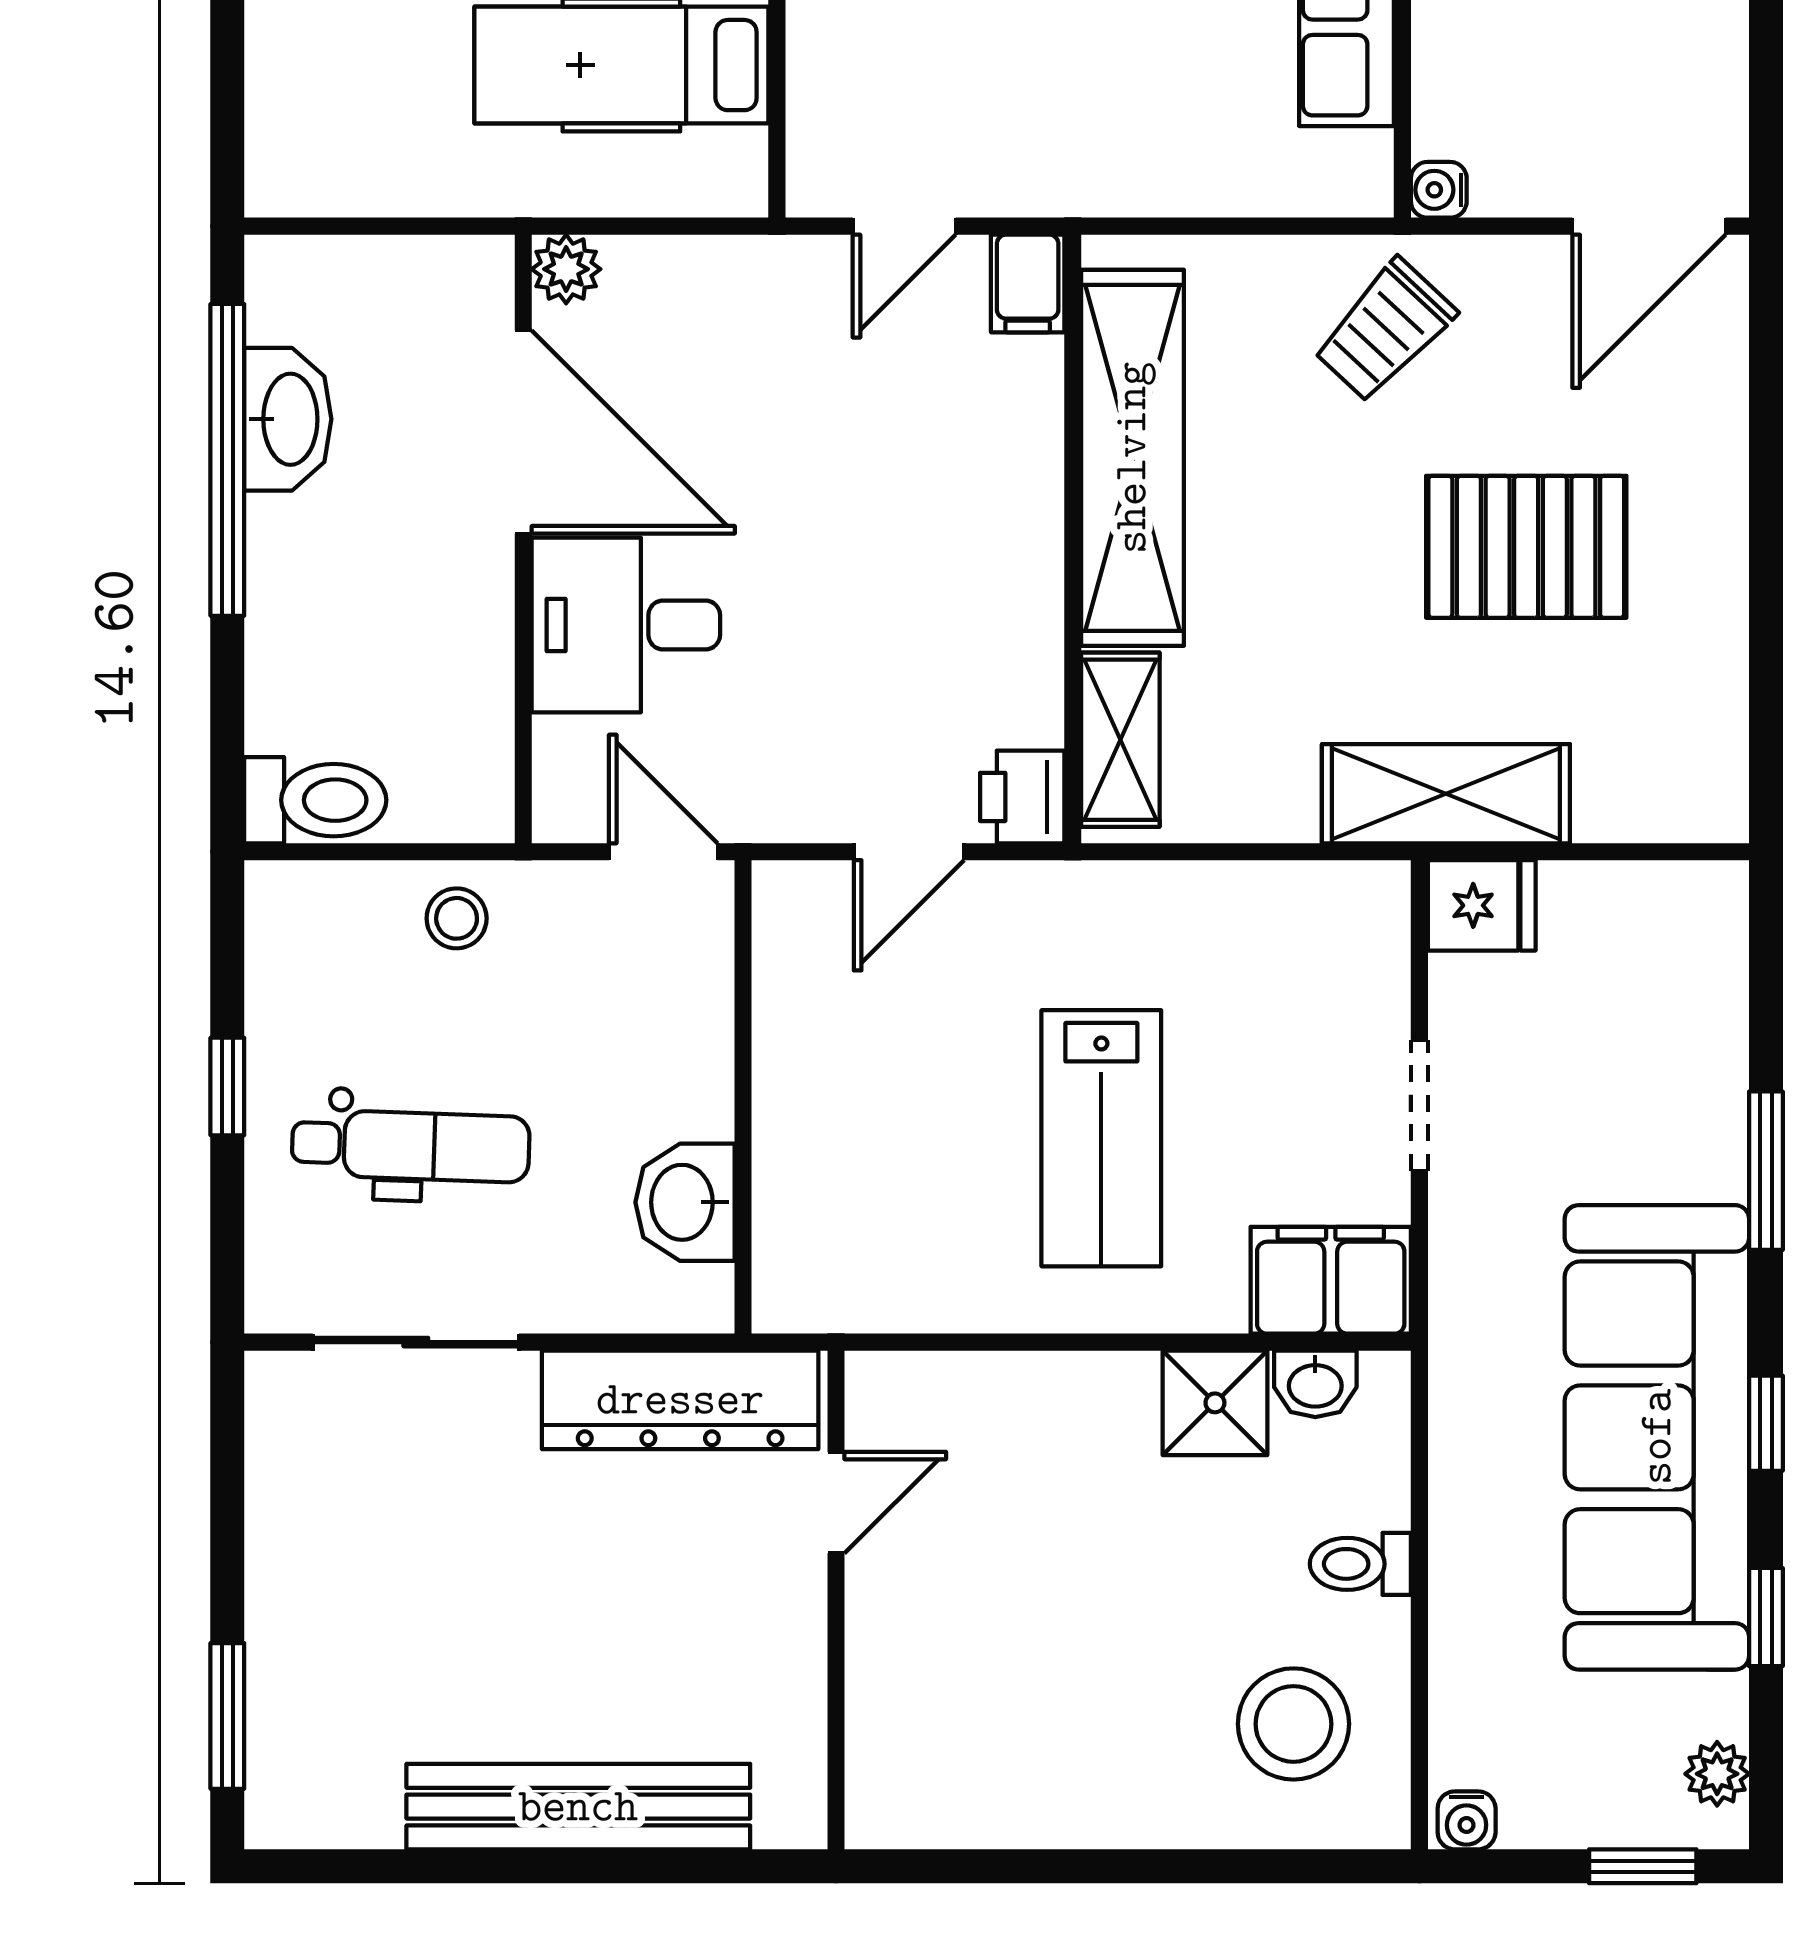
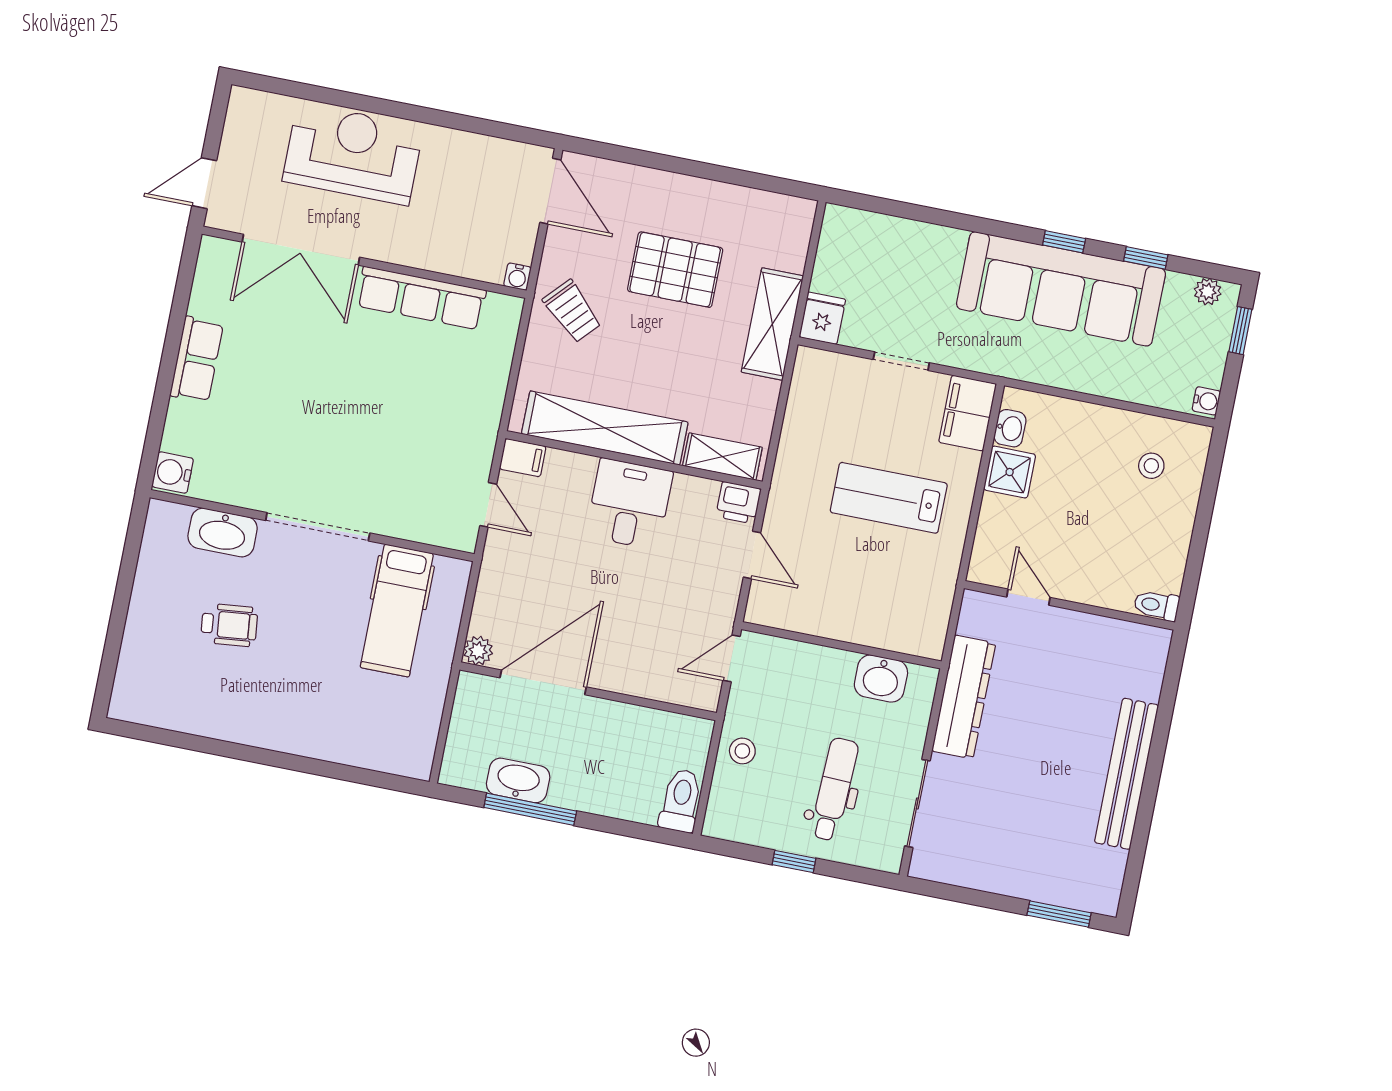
window: (227, 460) -> (530, 809), width x0.68
pallet: (1526, 547) -> (675, 270), turned 90
desk: (626, 625) -> (629, 504), moved, turned 180
lab bench: (1101, 1138) -> (889, 498), turned 180
window: (1766, 1171) -> (958, 221), removed
door: (836, 1503) -> (1028, 597), moved
toilet: (1360, 1564) -> (1156, 605), moved, turned 90
wall: (836, 1600) -> (1069, 605), moved
stool: (1293, 1724) -> (1151, 466), width x0.53, depth x0.53

